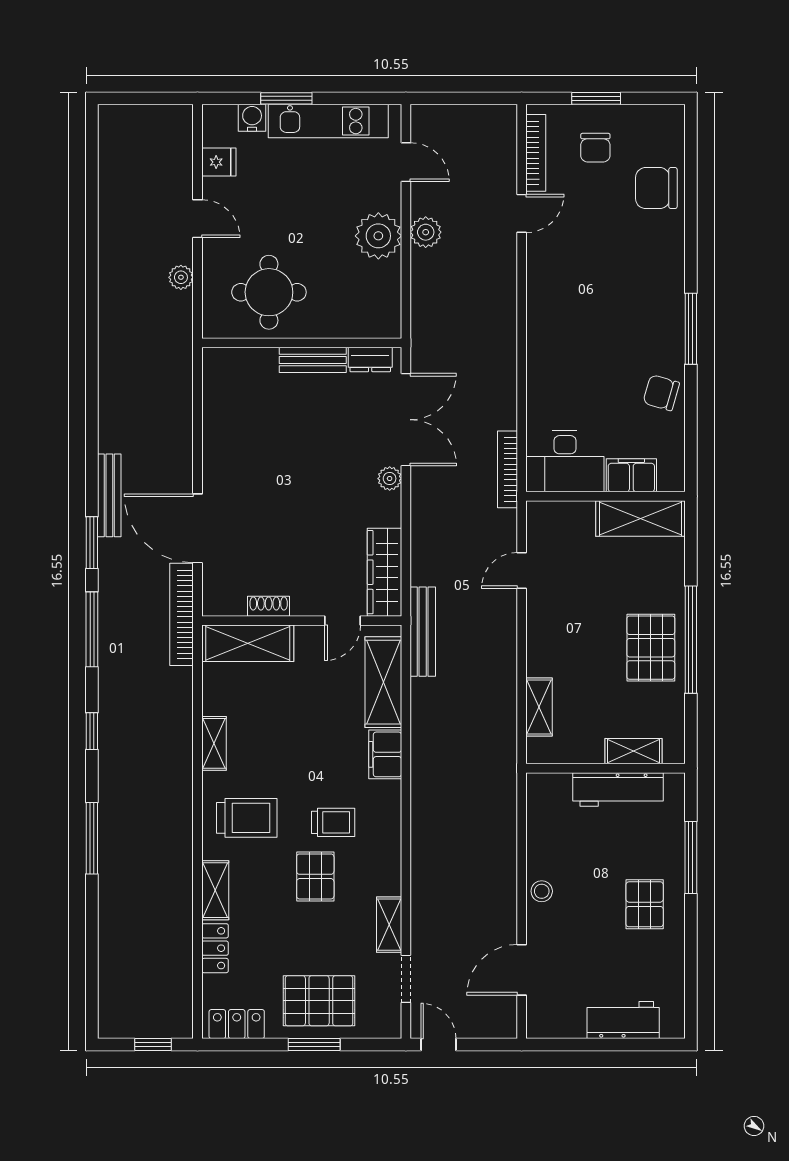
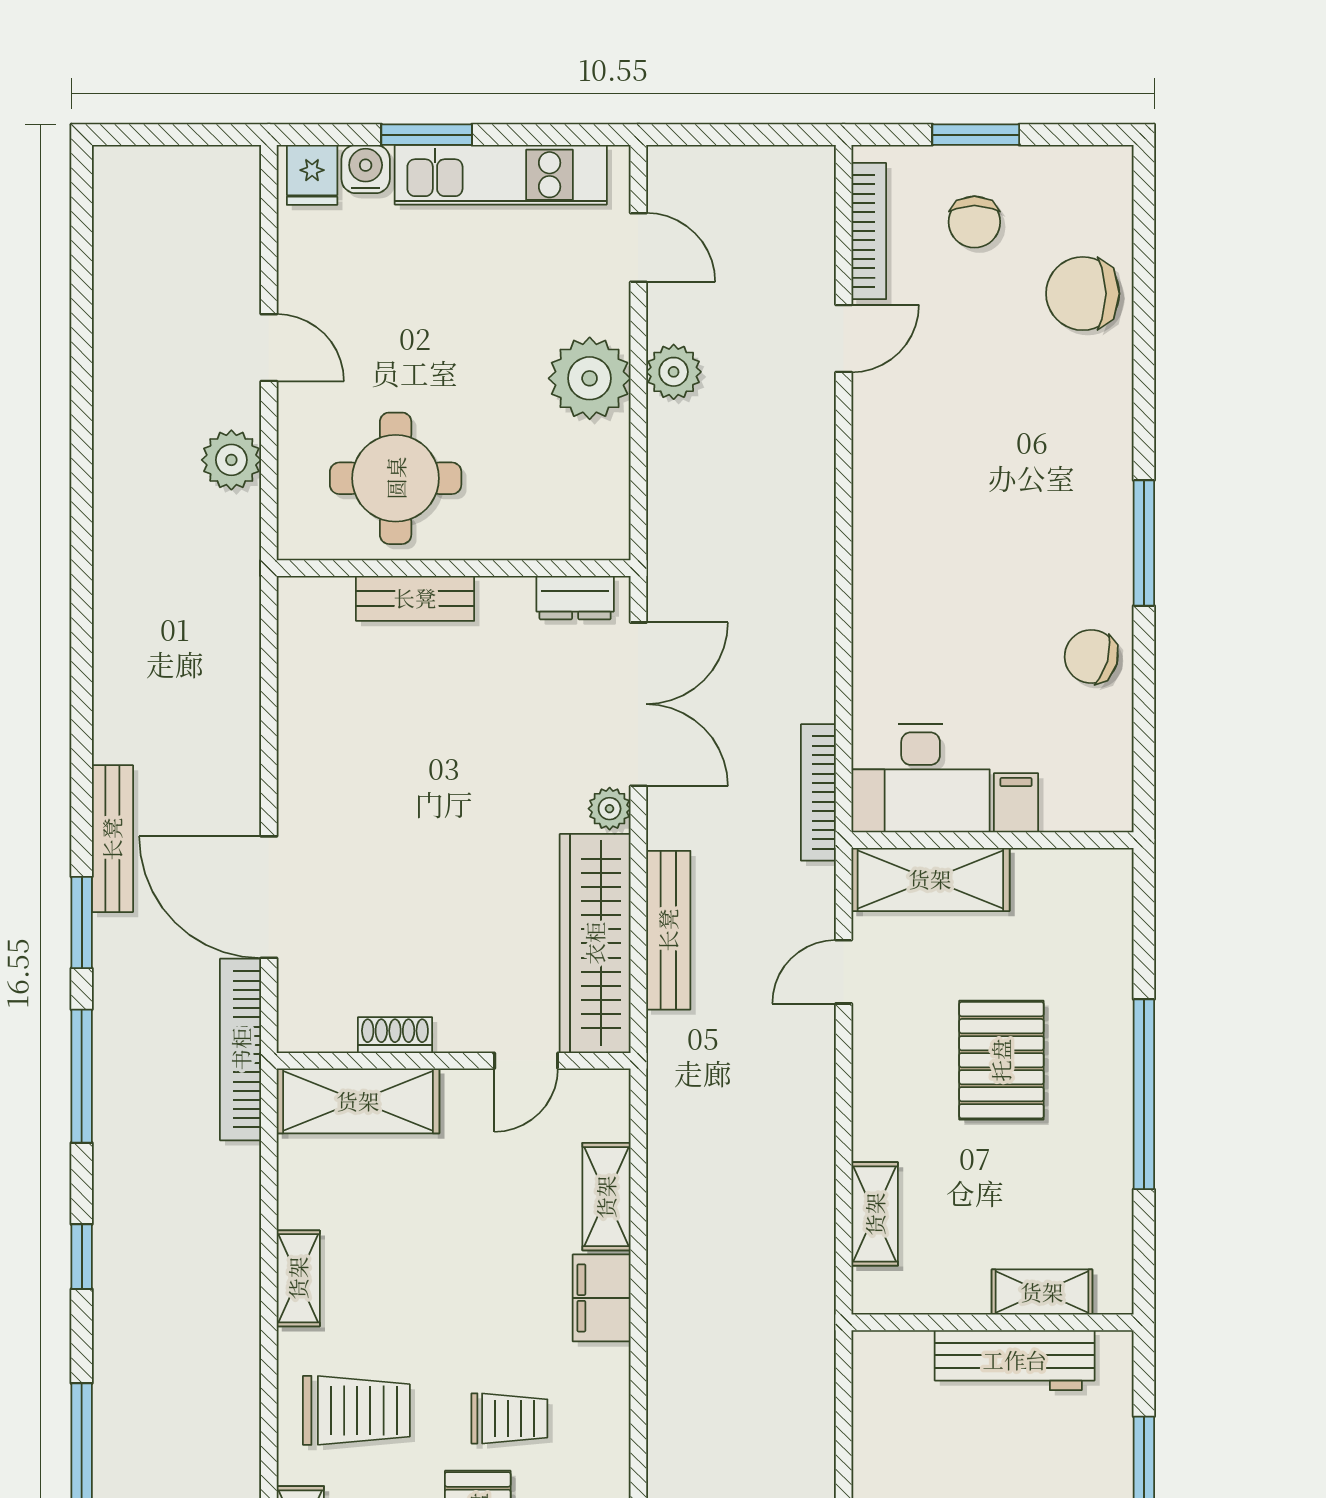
fridge: (219, 162) -> (312, 175), moved, turned 90
plant: (181, 277) -> (231, 460), width x1.38, depth x1.38
bench: (313, 360) -> (415, 598), moved
filing cabinet: (631, 475) -> (1016, 803), width x0.50
shelving: (640, 518) -> (930, 879), moved
wardrobe: (384, 572) -> (595, 943), width x1.40, depth x1.17
bench: (423, 632) -> (668, 930), moved
pallet: (651, 648) -> (1001, 1060), moved
shelving: (383, 682) -> (606, 1197), width x0.67, depth x0.75

